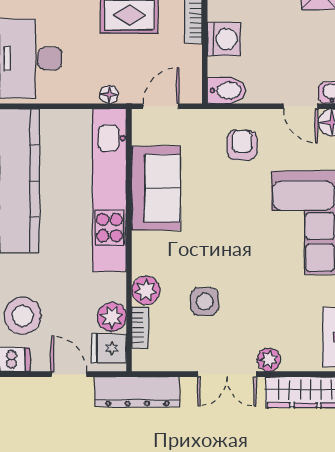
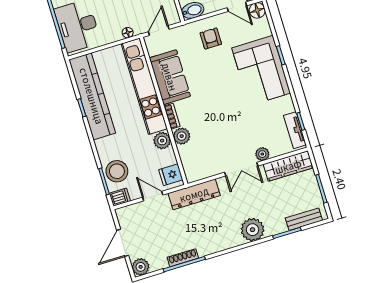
side table: (204, 301) -> (216, 132), removed
plant: (112, 317) -> (162, 141), moved
bookcase: (140, 328) -> (172, 116), moved

